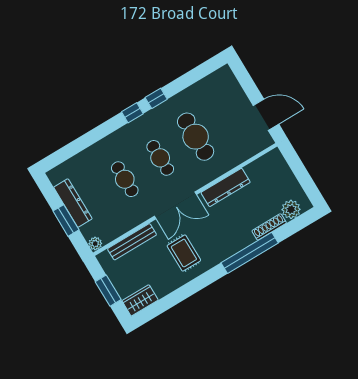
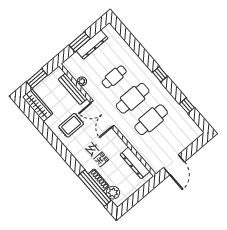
window: (156, 98) -> (187, 106), moved
cafe table: (160, 158) -> (133, 98), width x1.37, depth x1.35
dresser: (226, 187) -> (135, 163), moved
plant: (95, 244) -> (82, 81), moved
window: (250, 253) -> (95, 188), moved
wardrobe: (140, 300) -> (38, 105), width x1.50

